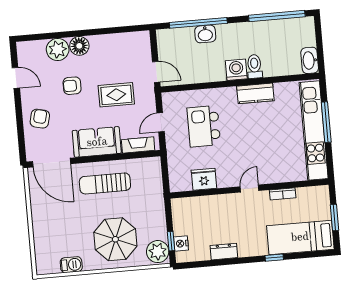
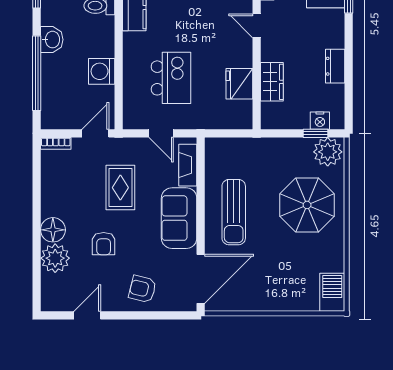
washbasin: (205, 34) -> (52, 40), moved
bookcase: (146, 42) -> (56, 143), added
washing machine: (236, 70) -> (102, 71), moved
kitchen island: (204, 126) -> (171, 78), turned -90
wardrobe: (208, 204) -> (272, 82), added
barbecue: (71, 265) -> (332, 292), moved, width x1.38, depth x1.27

